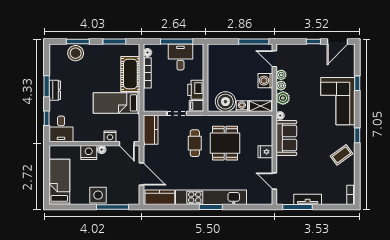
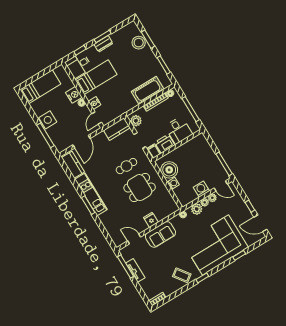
desk: (180, 57) -> (179, 130), moved, turned 90
door: (274, 59) -> (221, 186), swing flipped
corner sofa: (338, 101) -> (215, 245), width x1.36, depth x1.36
bed: (116, 103) -> (96, 77), moved, turned 90
plant: (154, 105) -> (136, 121), added
shelving: (260, 106) -> (181, 197), removed
sofa: (286, 138) -> (160, 234), moved
door: (274, 181) -> (134, 239), hinge flipped
kitchen unit: (211, 197) -> (91, 194), width x0.73

